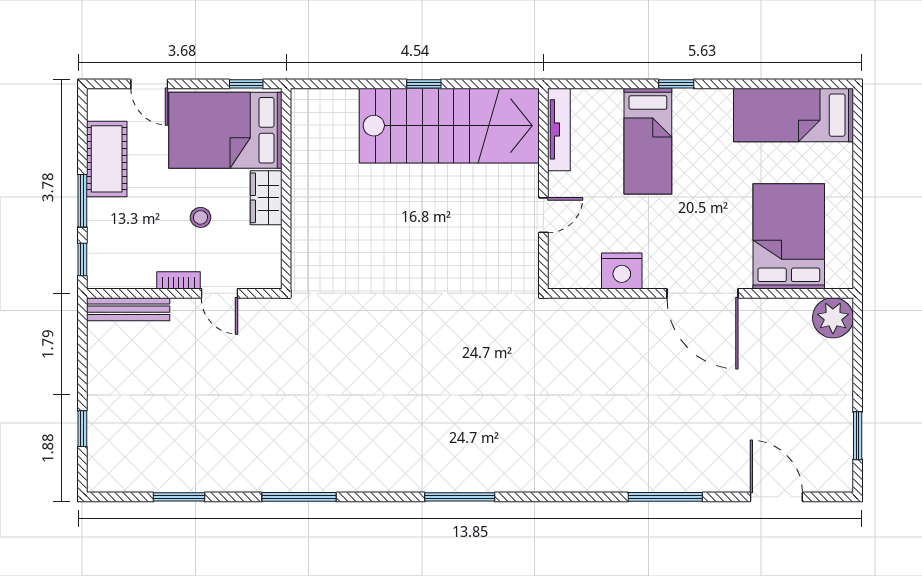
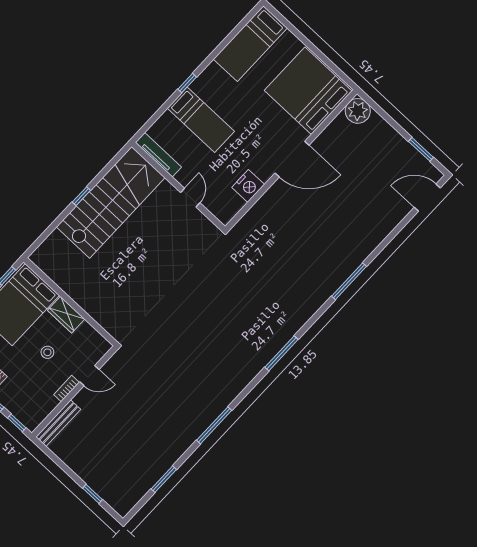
bed: (789, 236) -> (308, 91), width x1.36
window: (665, 497) -> (349, 281), moved
door: (776, 497) -> (427, 198), moved

